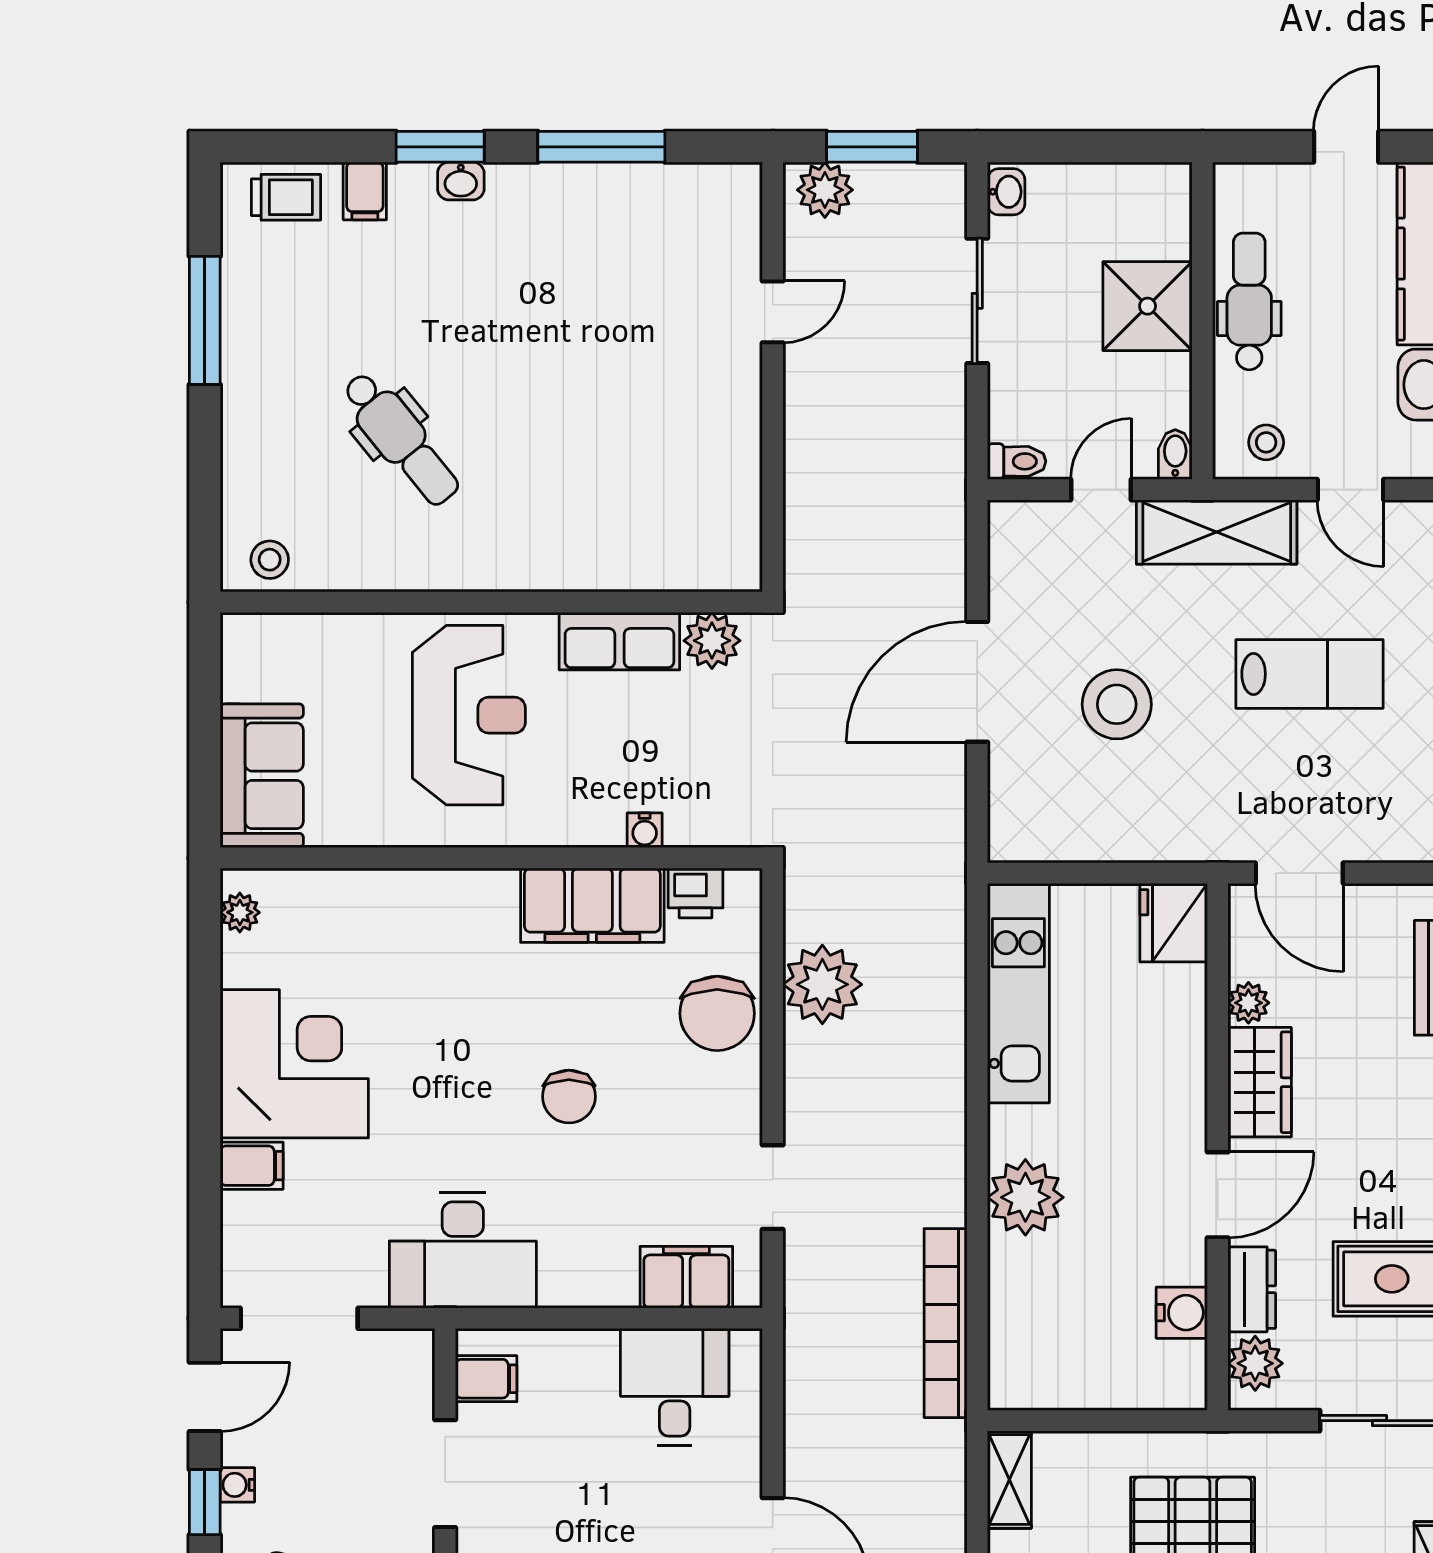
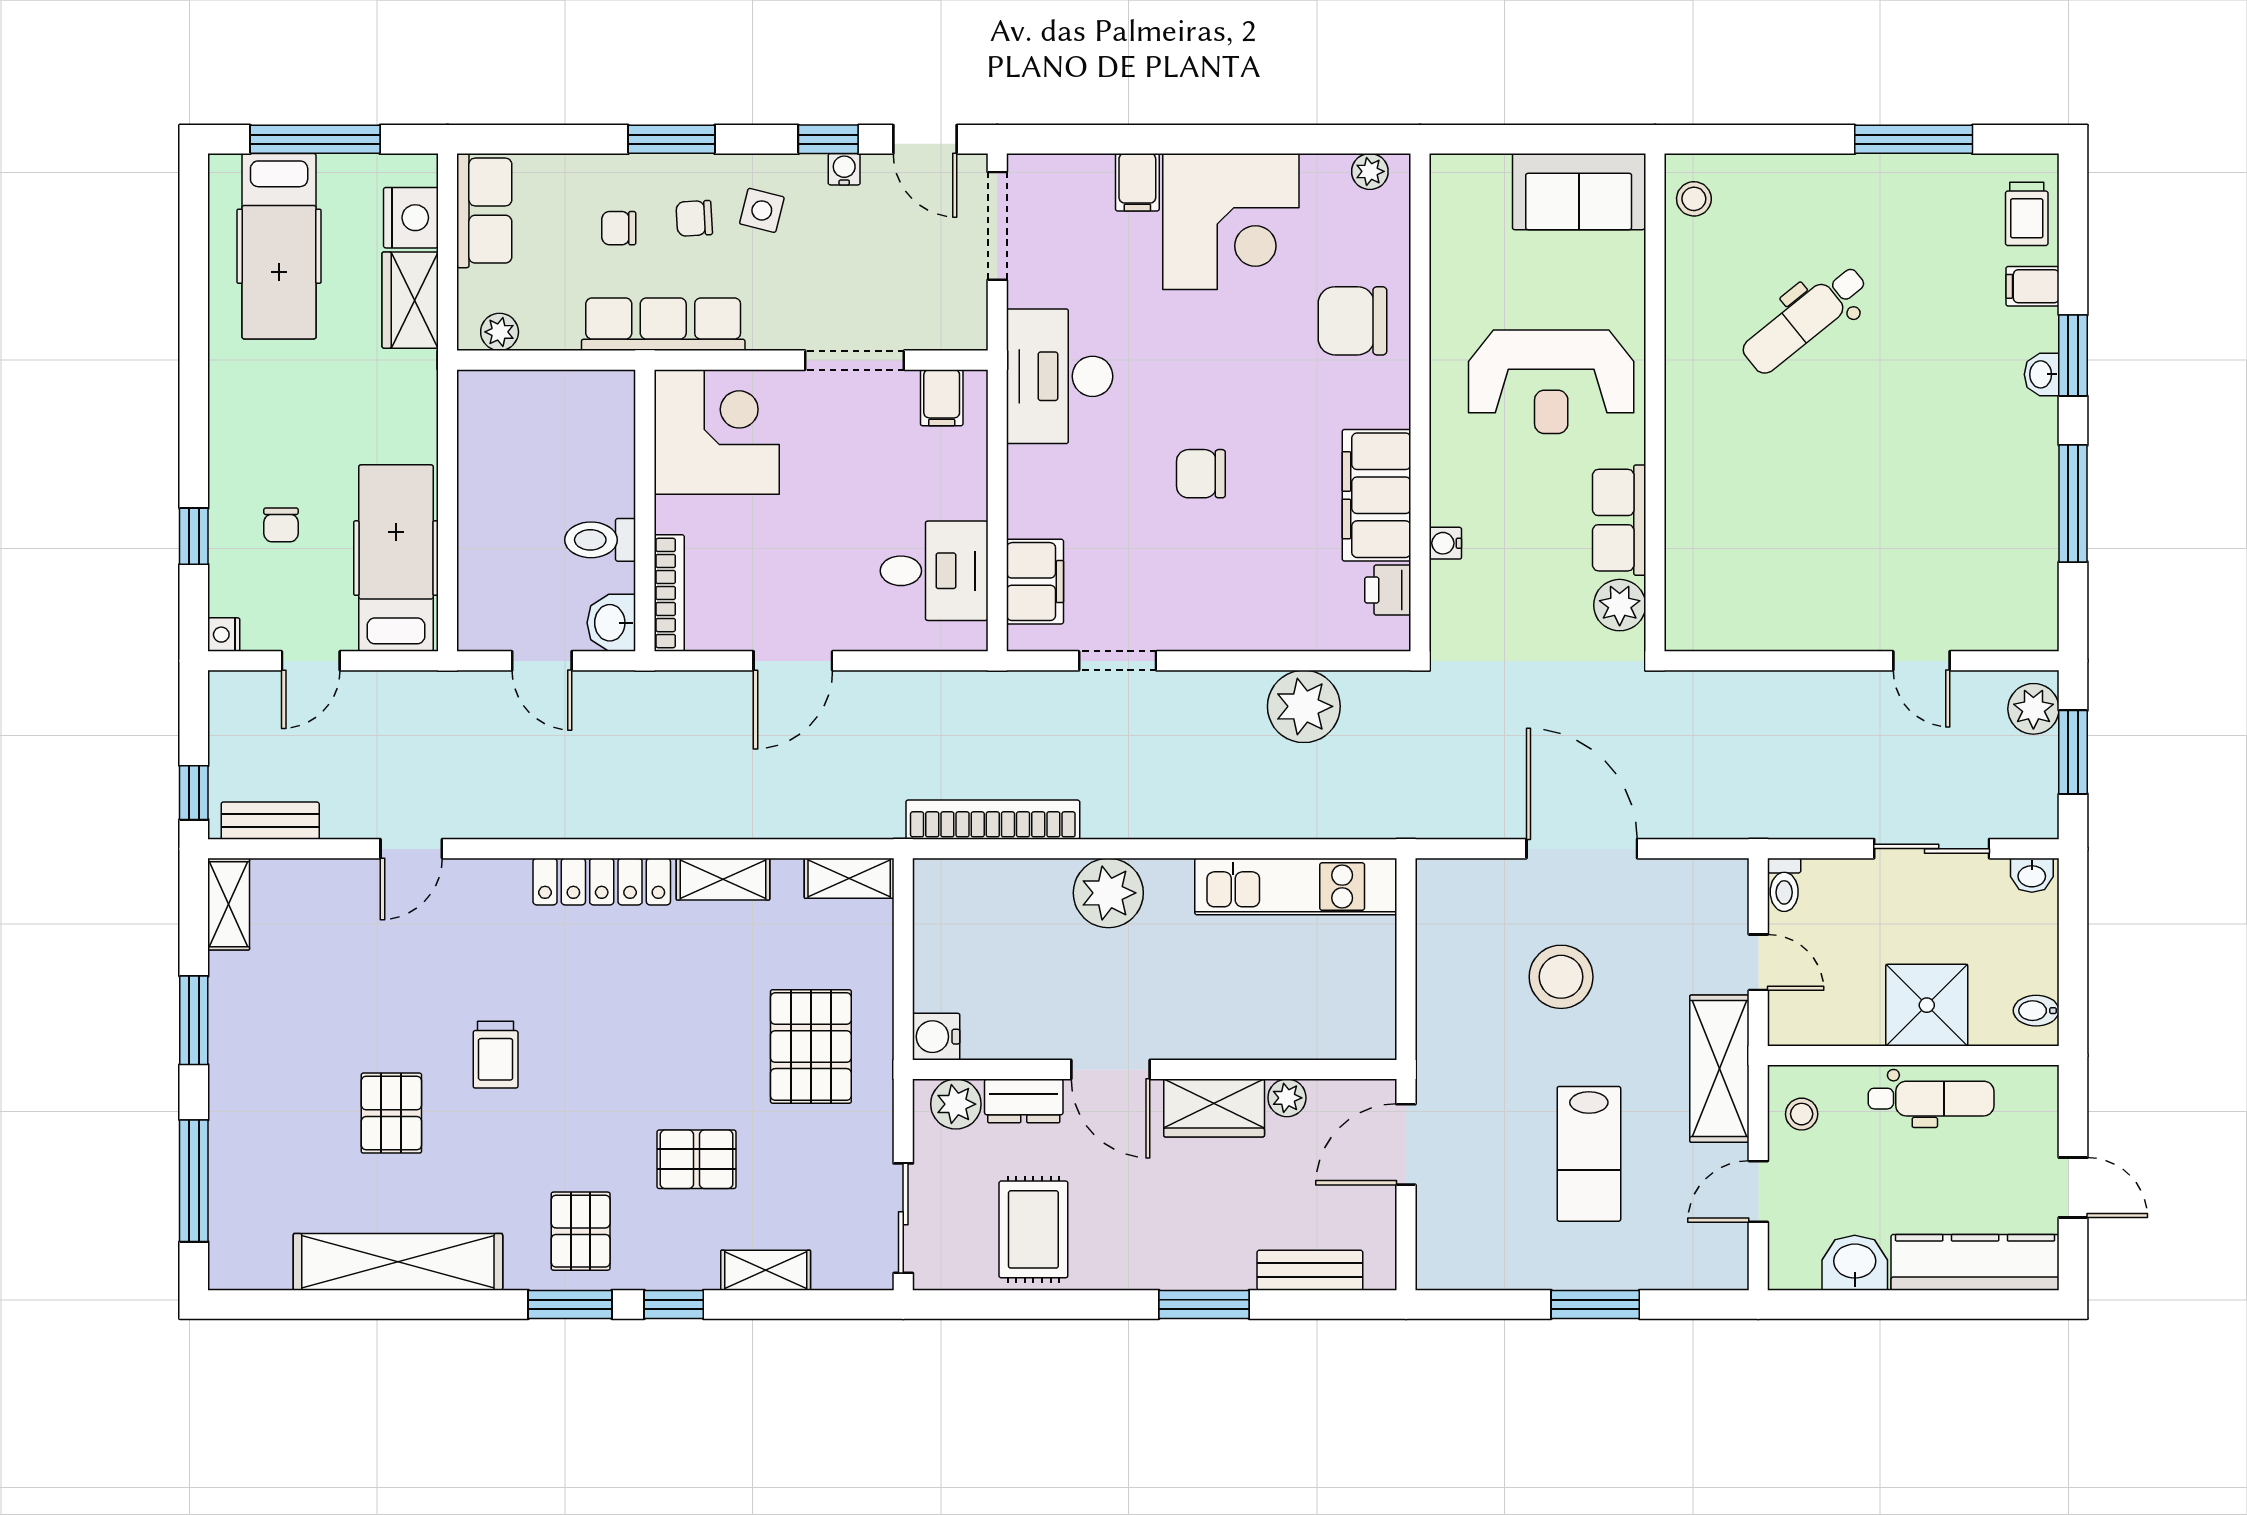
bidet: (1175, 455) -> (2036, 1011), moved, turned 180
sofa: (262, 776) -> (1579, 192), moved
fridge: (1174, 923) -> (1361, 1029), removed
chair: (717, 1013) -> (1352, 321), moved
water cooler: (1182, 1313) -> (936, 1037), moved, turned 90

